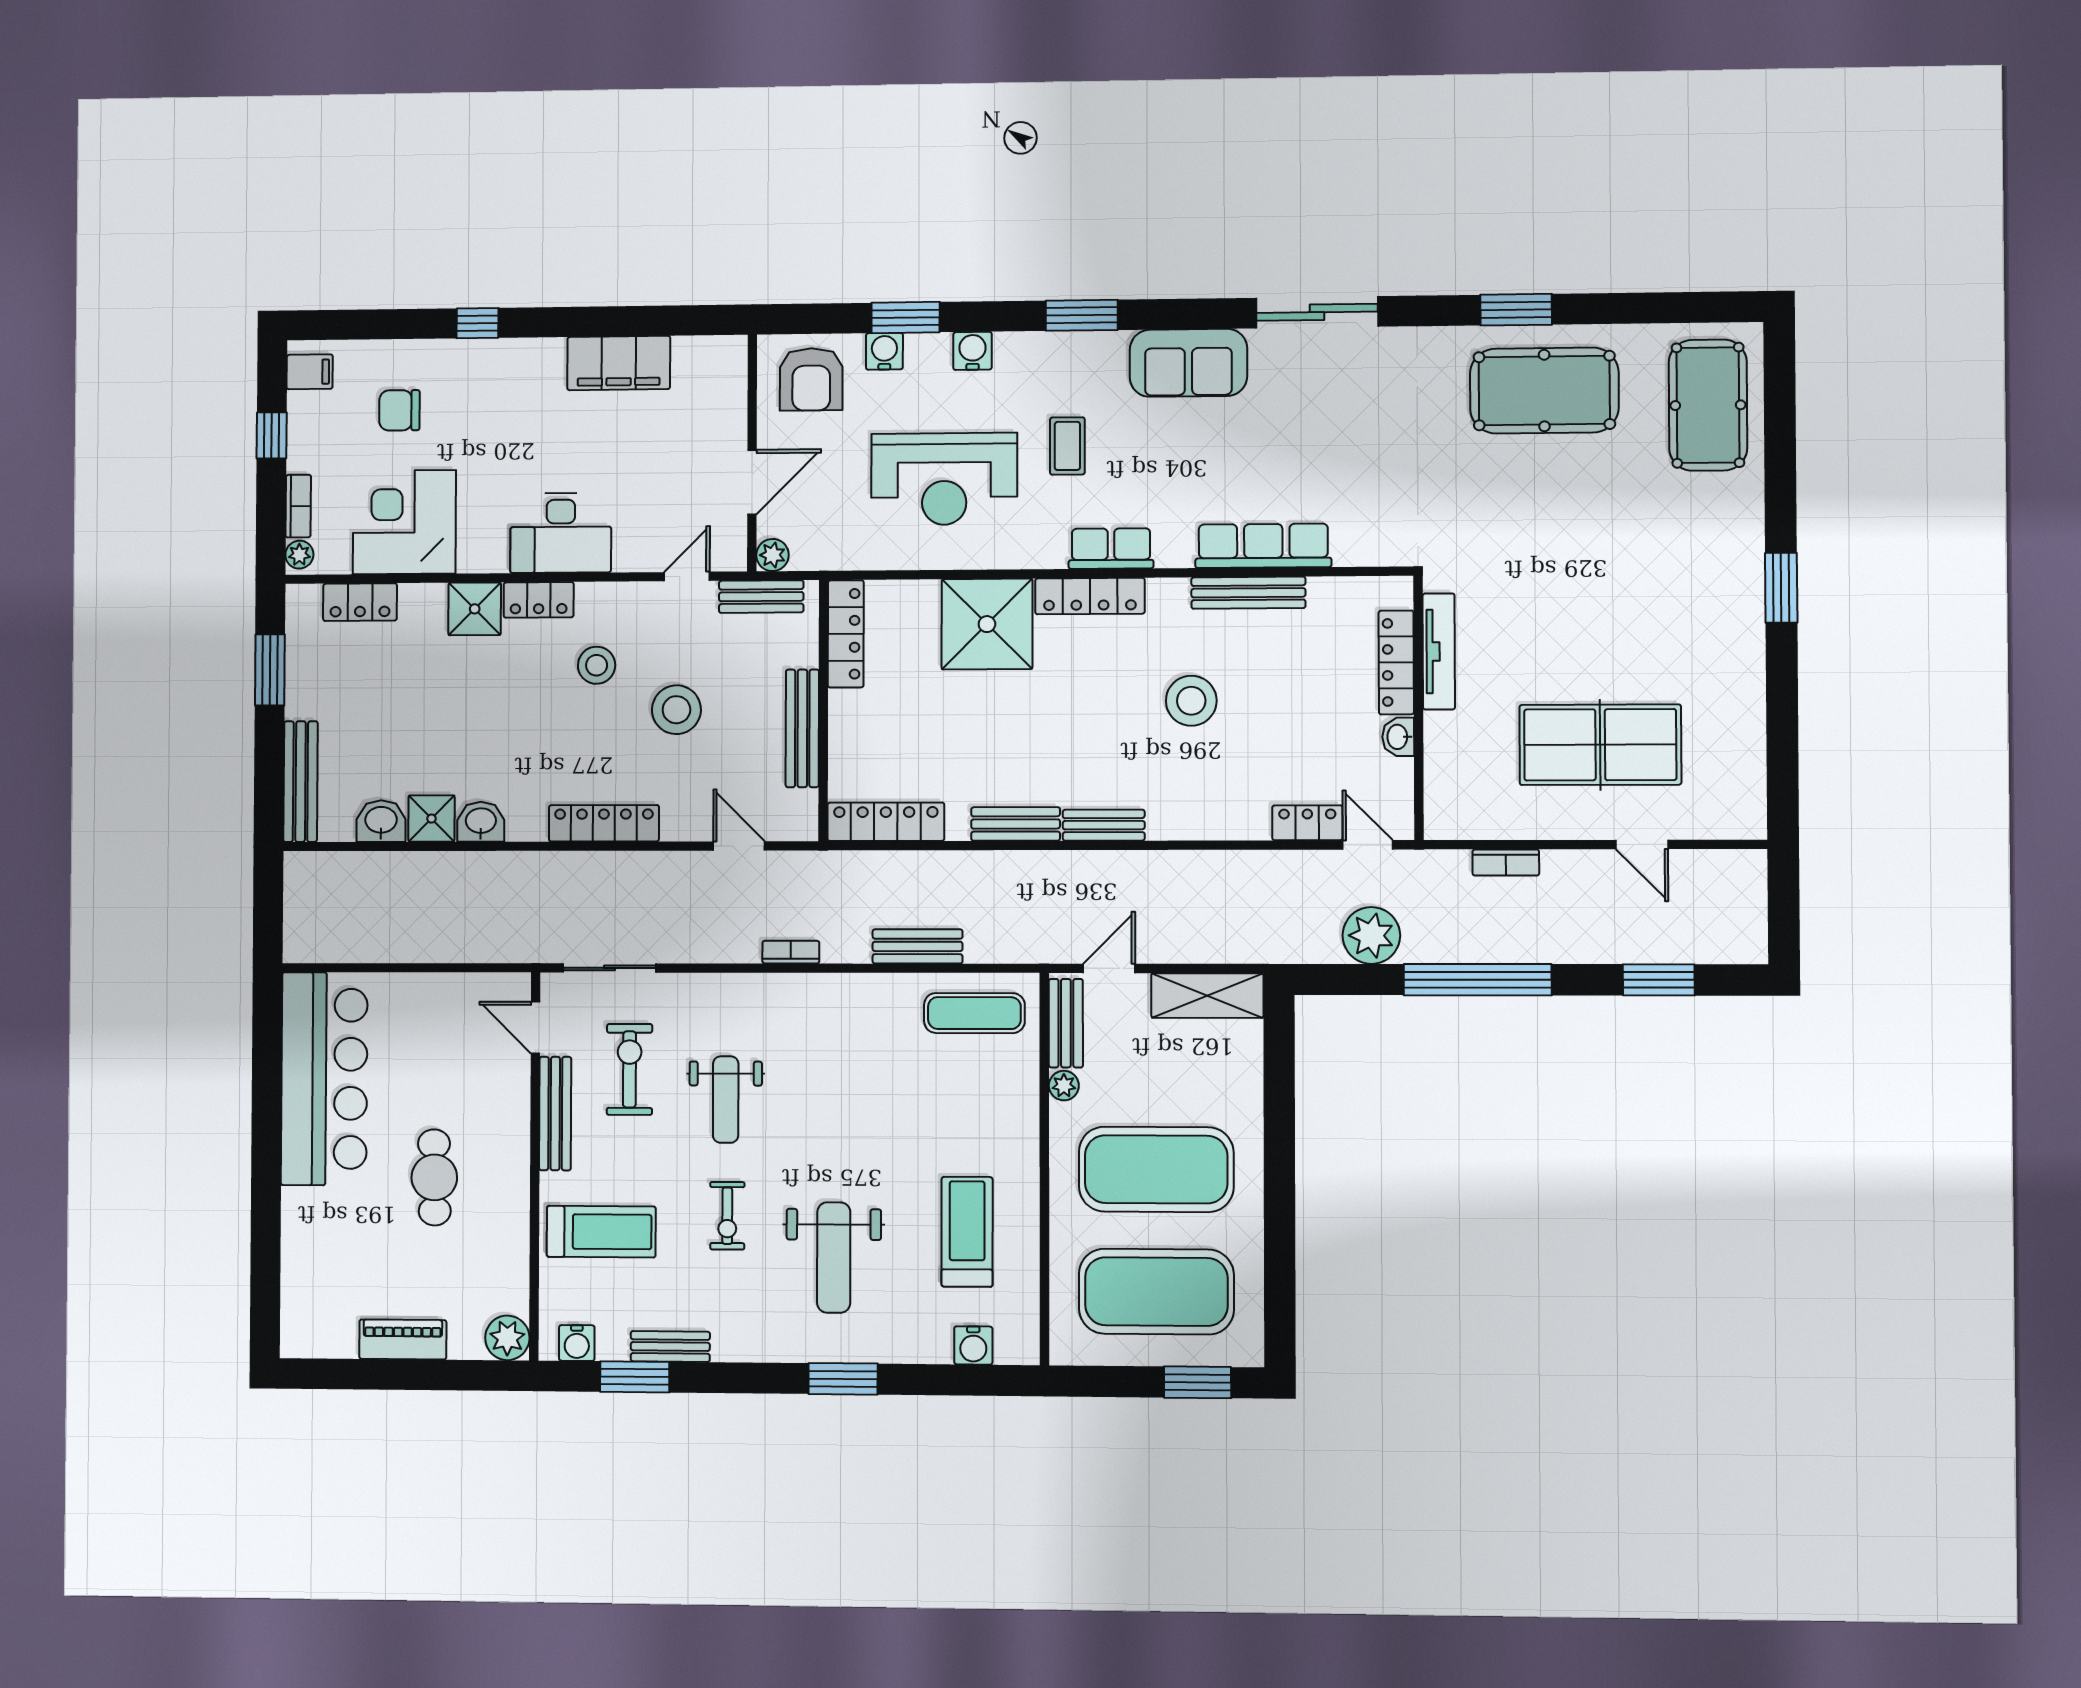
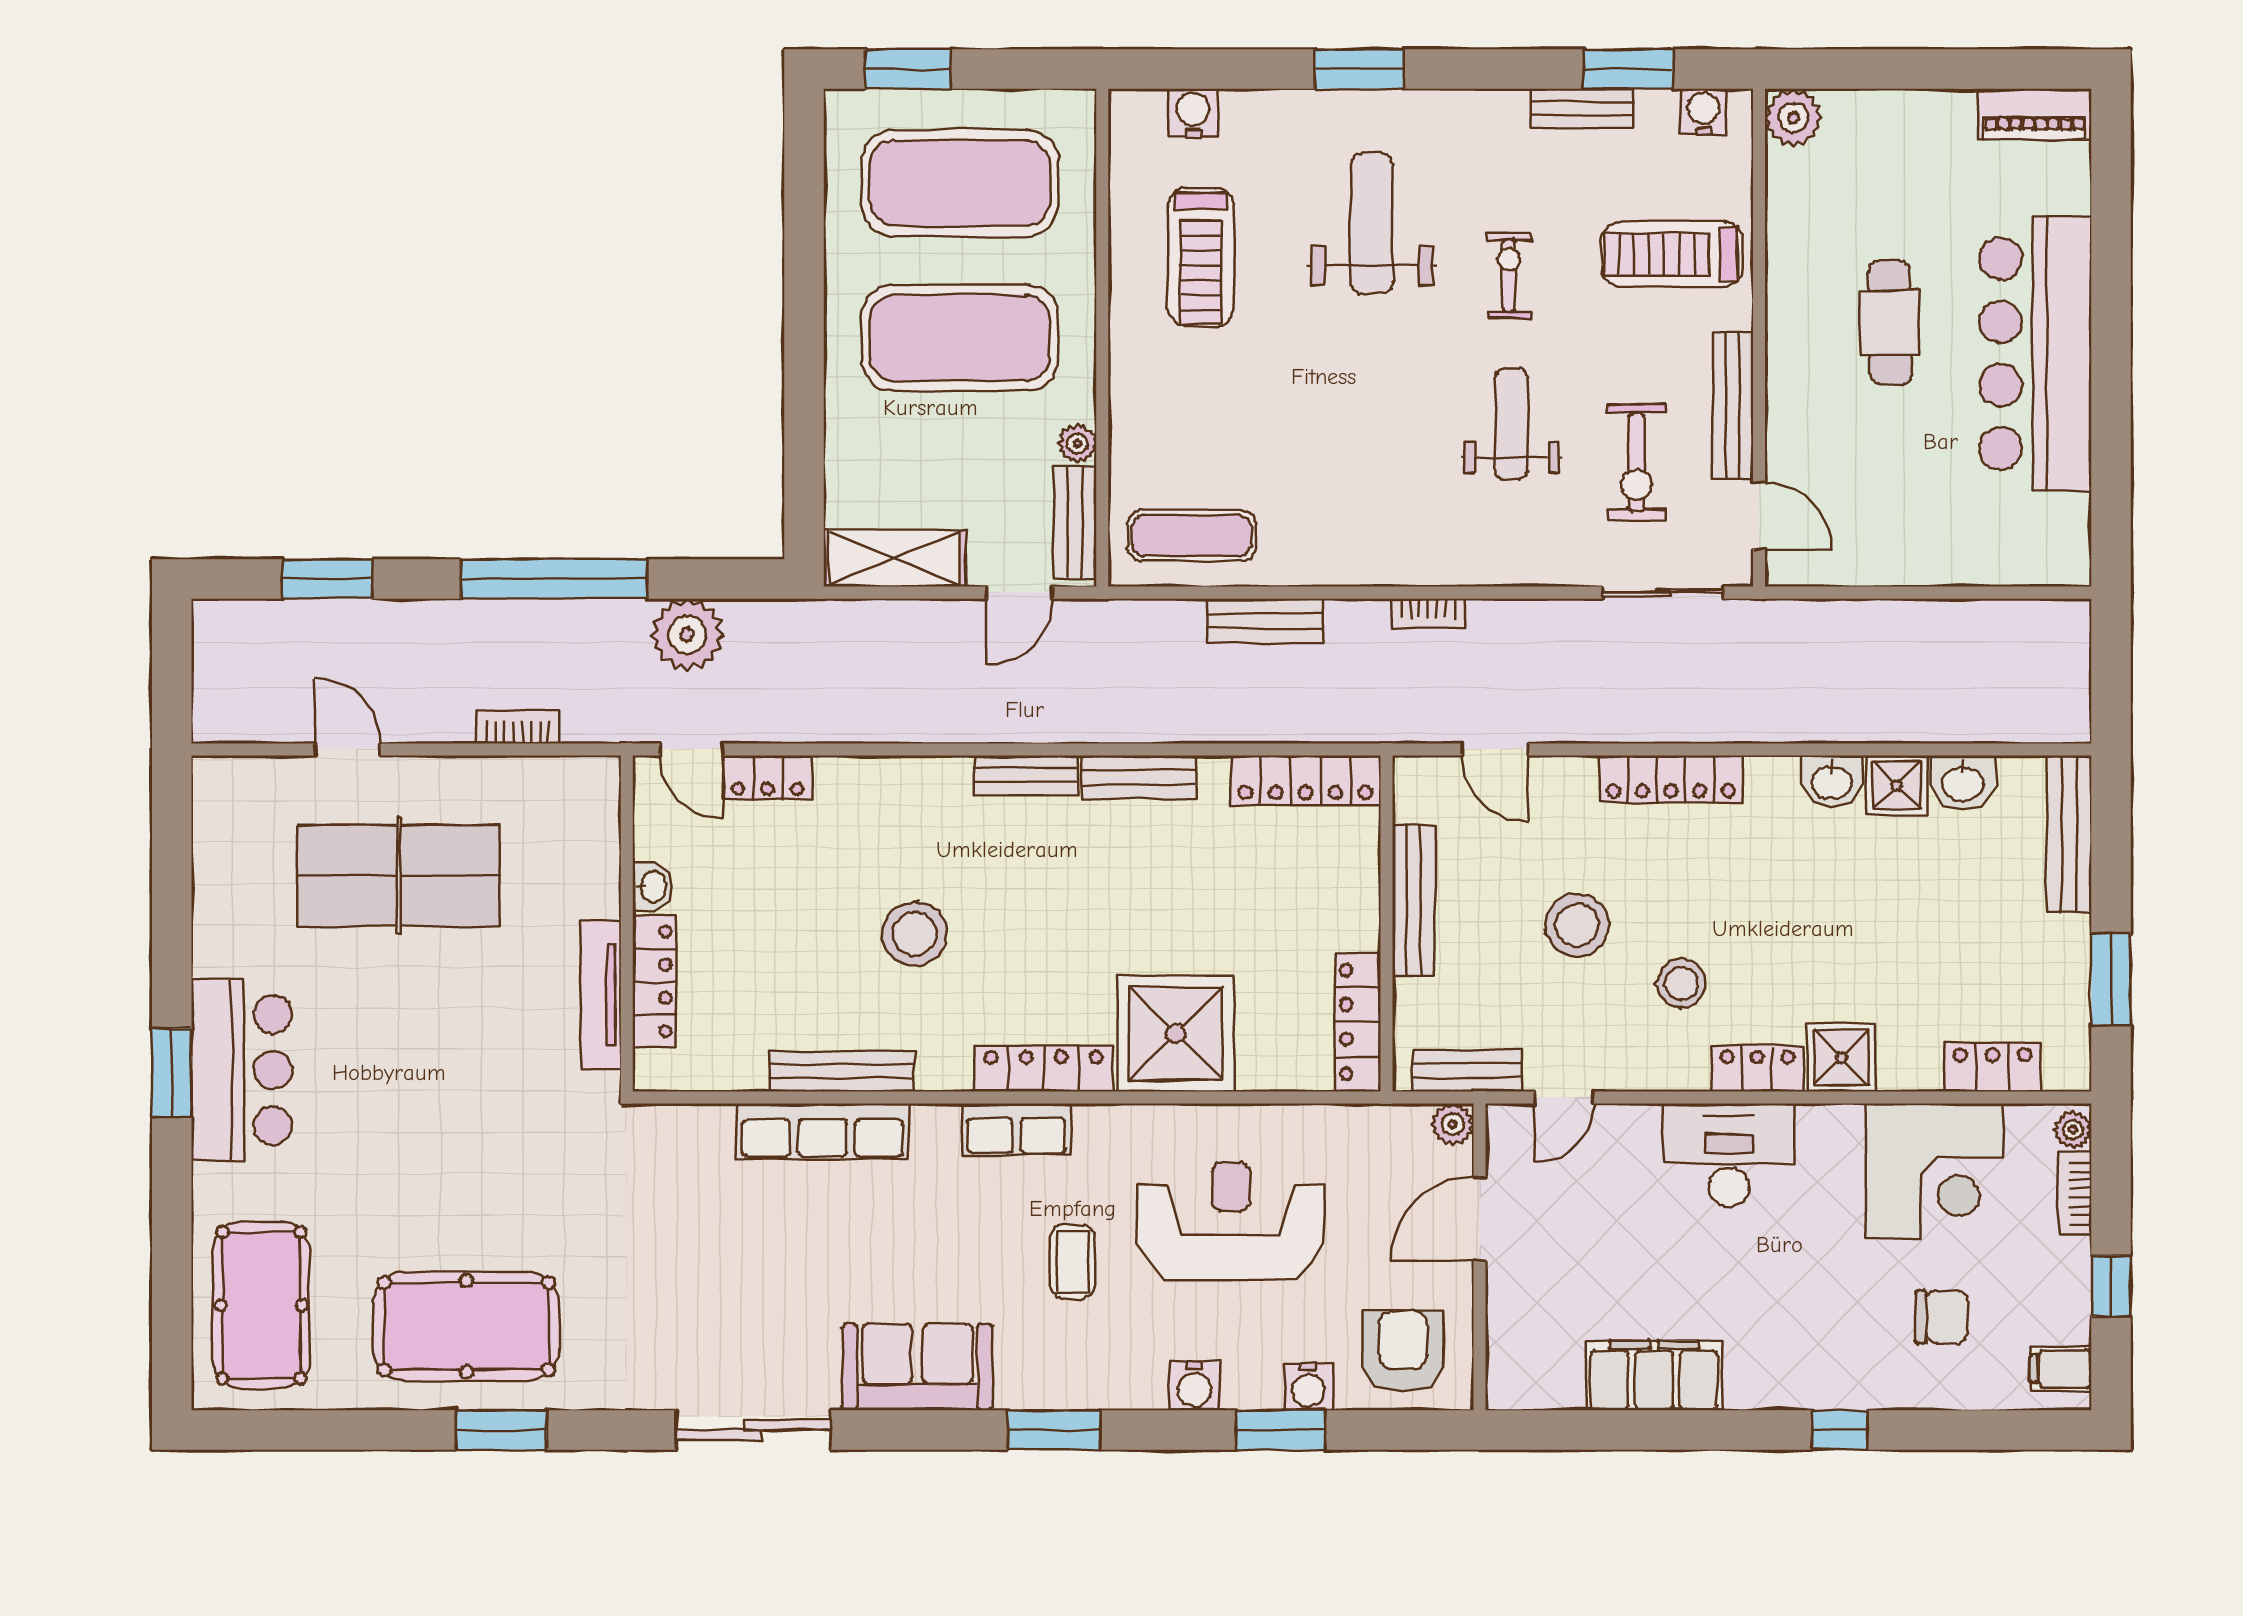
bar counter: (1725, 590) -> (242, 1070), added
bar counter: (324, 1079) -> (2035, 353), moved
piano: (403, 1339) -> (2035, 114), moved

